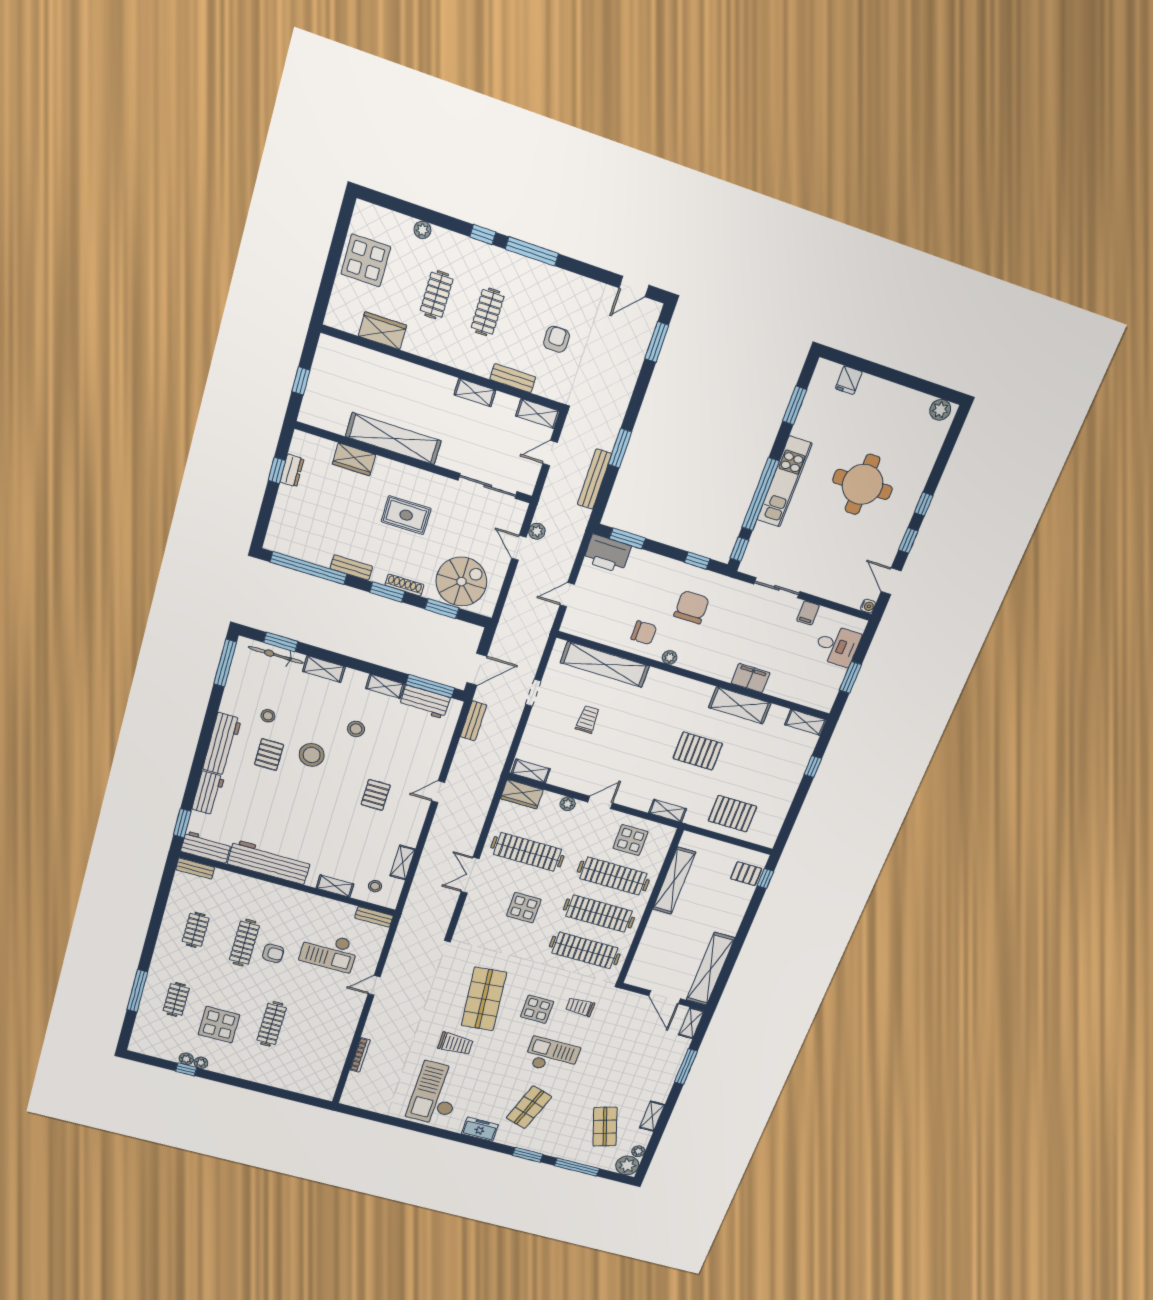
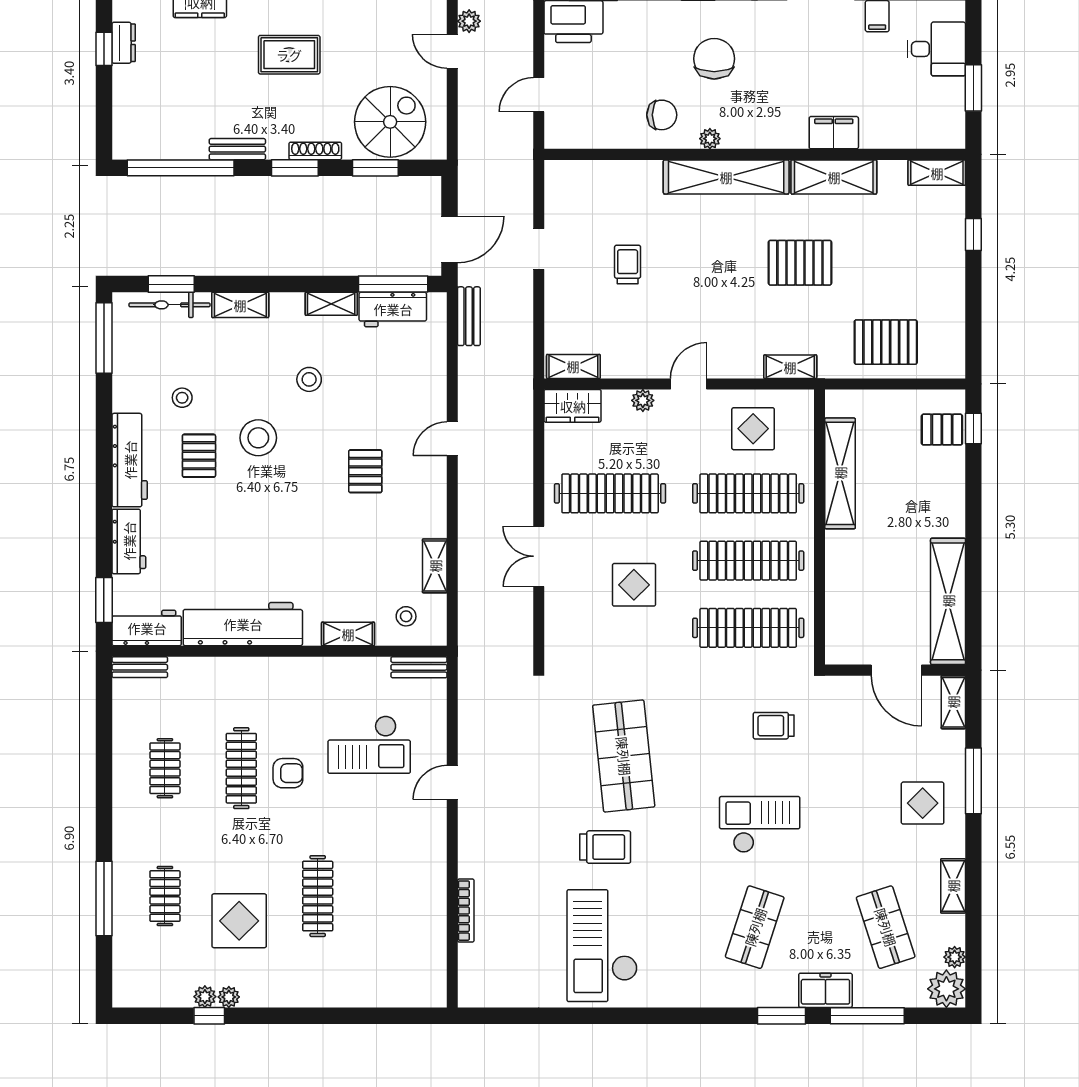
shelving: (605, 664) -> (726, 177), moved
display table: (537, 1009) -> (923, 803), moved
freezer: (480, 1129) -> (825, 990), moved

